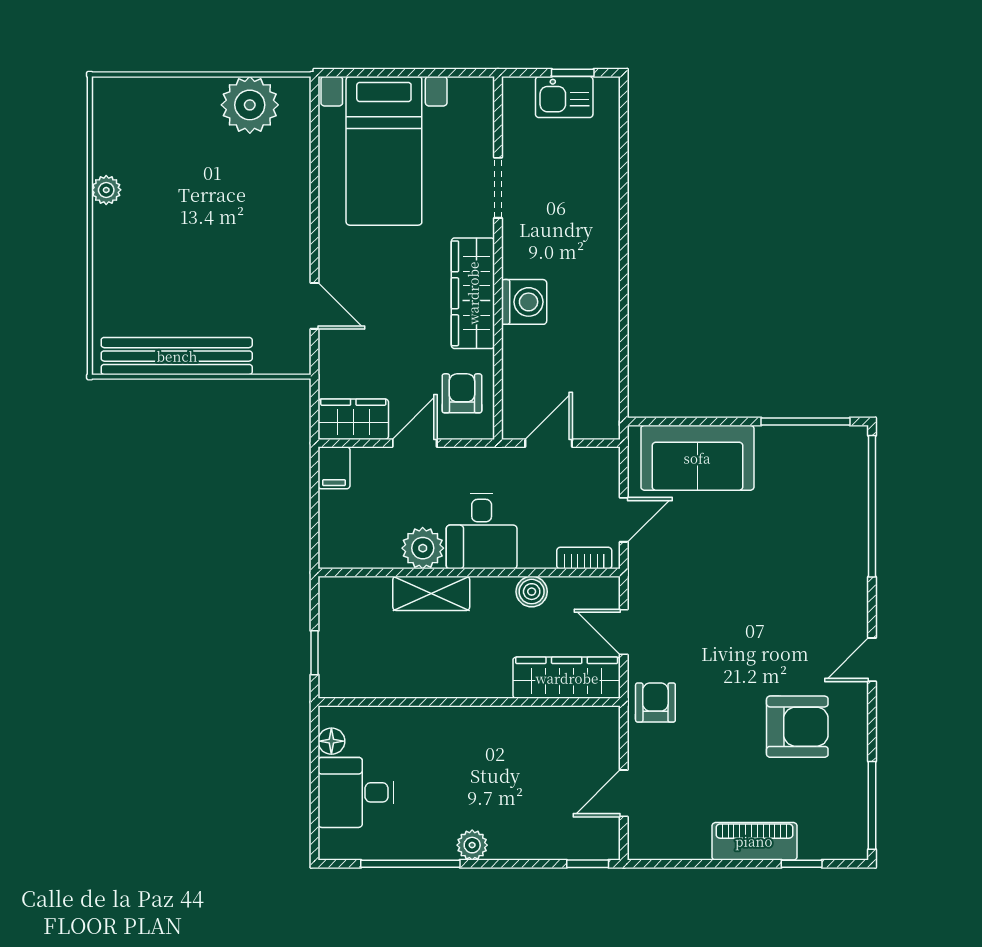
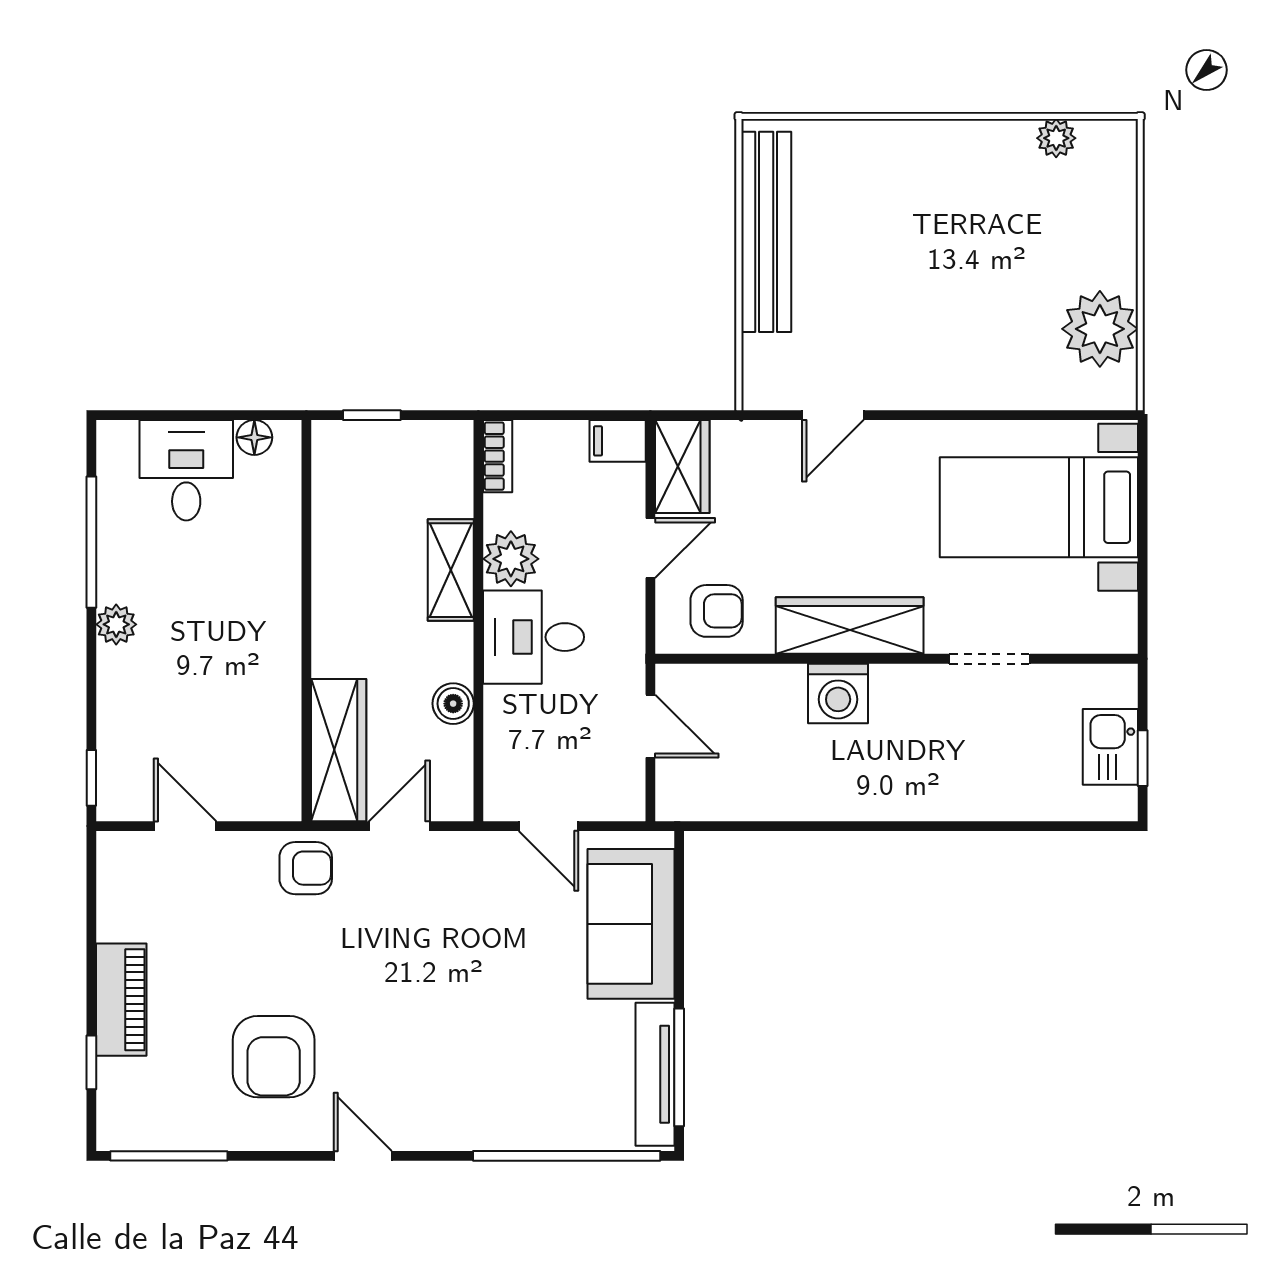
plant: (106, 190) -> (1056, 138), moved
tv unit: (811, 440) -> (655, 1074), added
door: (415, 443) -> (650, 548), hinge flipped
bookcase: (584, 558) -> (498, 456), moved

